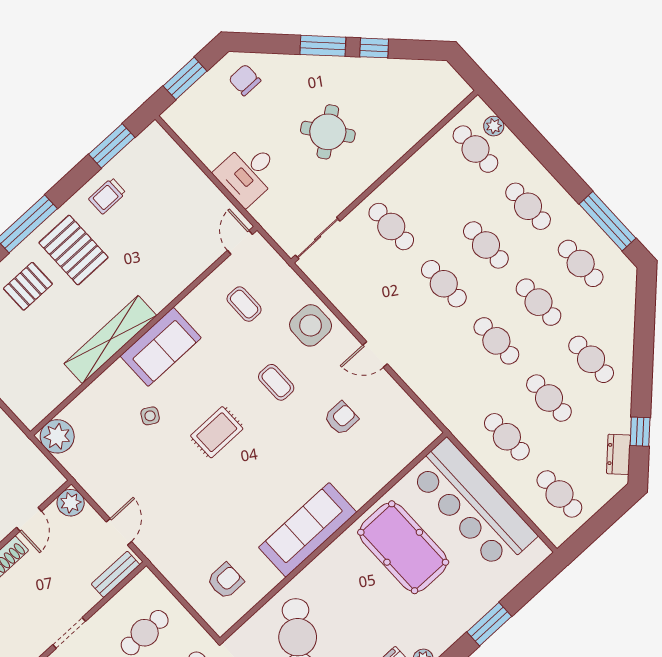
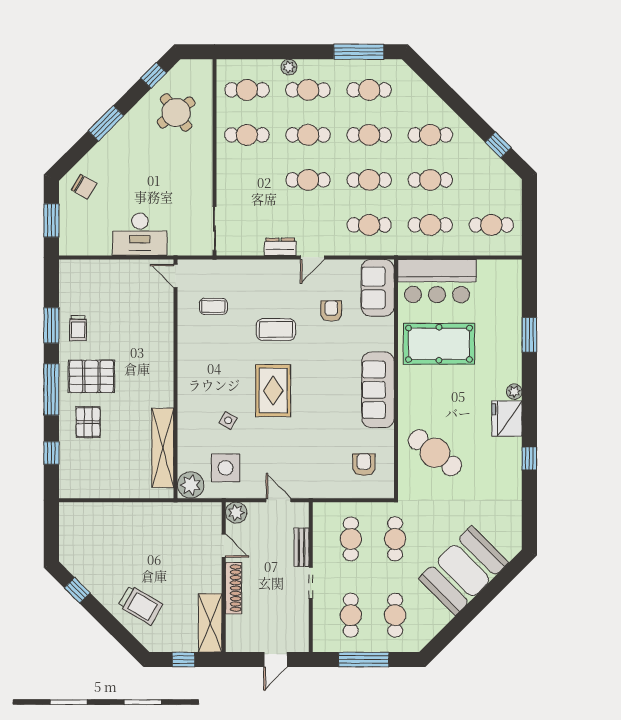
window: (374, 48) -> (154, 75), moved
chair: (245, 80) -> (84, 187), turned -150
plant: (494, 126) -> (289, 67), moved
round table: (328, 132) -> (176, 112), moved
window: (112, 146) -> (51, 325), moved
desk: (248, 173) -> (140, 234), width x1.37
cafe table: (391, 227) -> (247, 135), moved
side table: (311, 325) -> (226, 468), moved
shelving: (110, 340) -> (163, 448), moved
sofa: (161, 347) -> (378, 288), moved, turned 180
cafe table: (454, 380) -> (369, 225), added
coffee table: (276, 382) -> (276, 329), width x1.36, depth x1.30
rug: (217, 432) -> (273, 390), width x1.36, depth x1.43
dresser: (618, 454) -> (280, 247), moved, turned 135
bar counter: (472, 505) -> (437, 281), width x0.73
bench: (116, 574) -> (302, 547), moved

